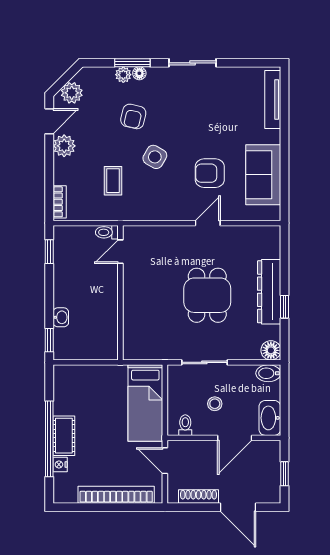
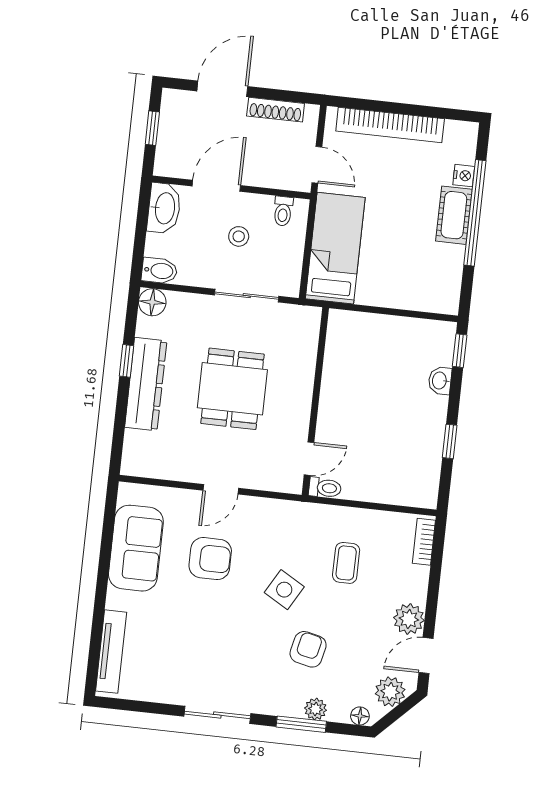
floor lamp: (139, 73) -> (360, 716), moved
toilet: (107, 232) -> (325, 488), moved
window: (49, 252) -> (450, 441), moved
door: (120, 252) -> (309, 459), moved
wall: (120, 293) -> (315, 401), moved
door: (238, 507) -> (222, 89), hinge flipped

